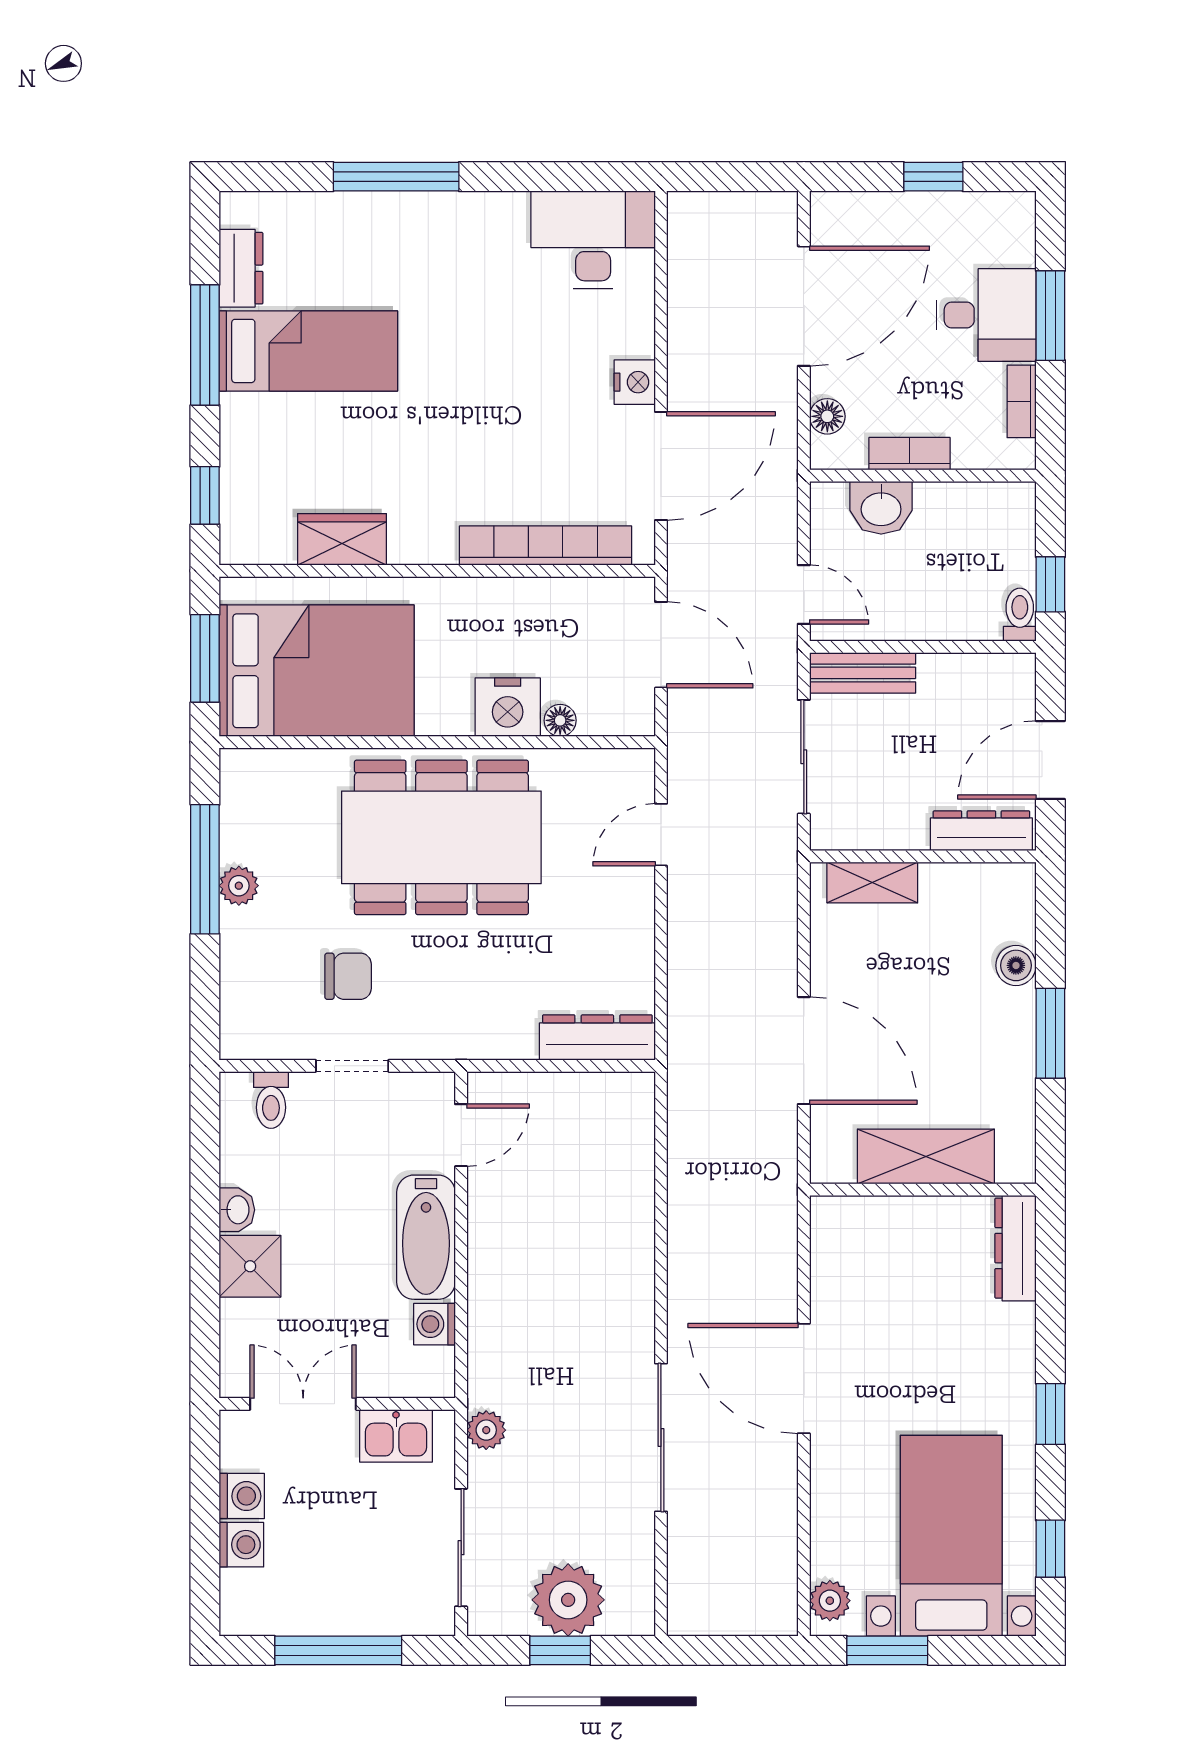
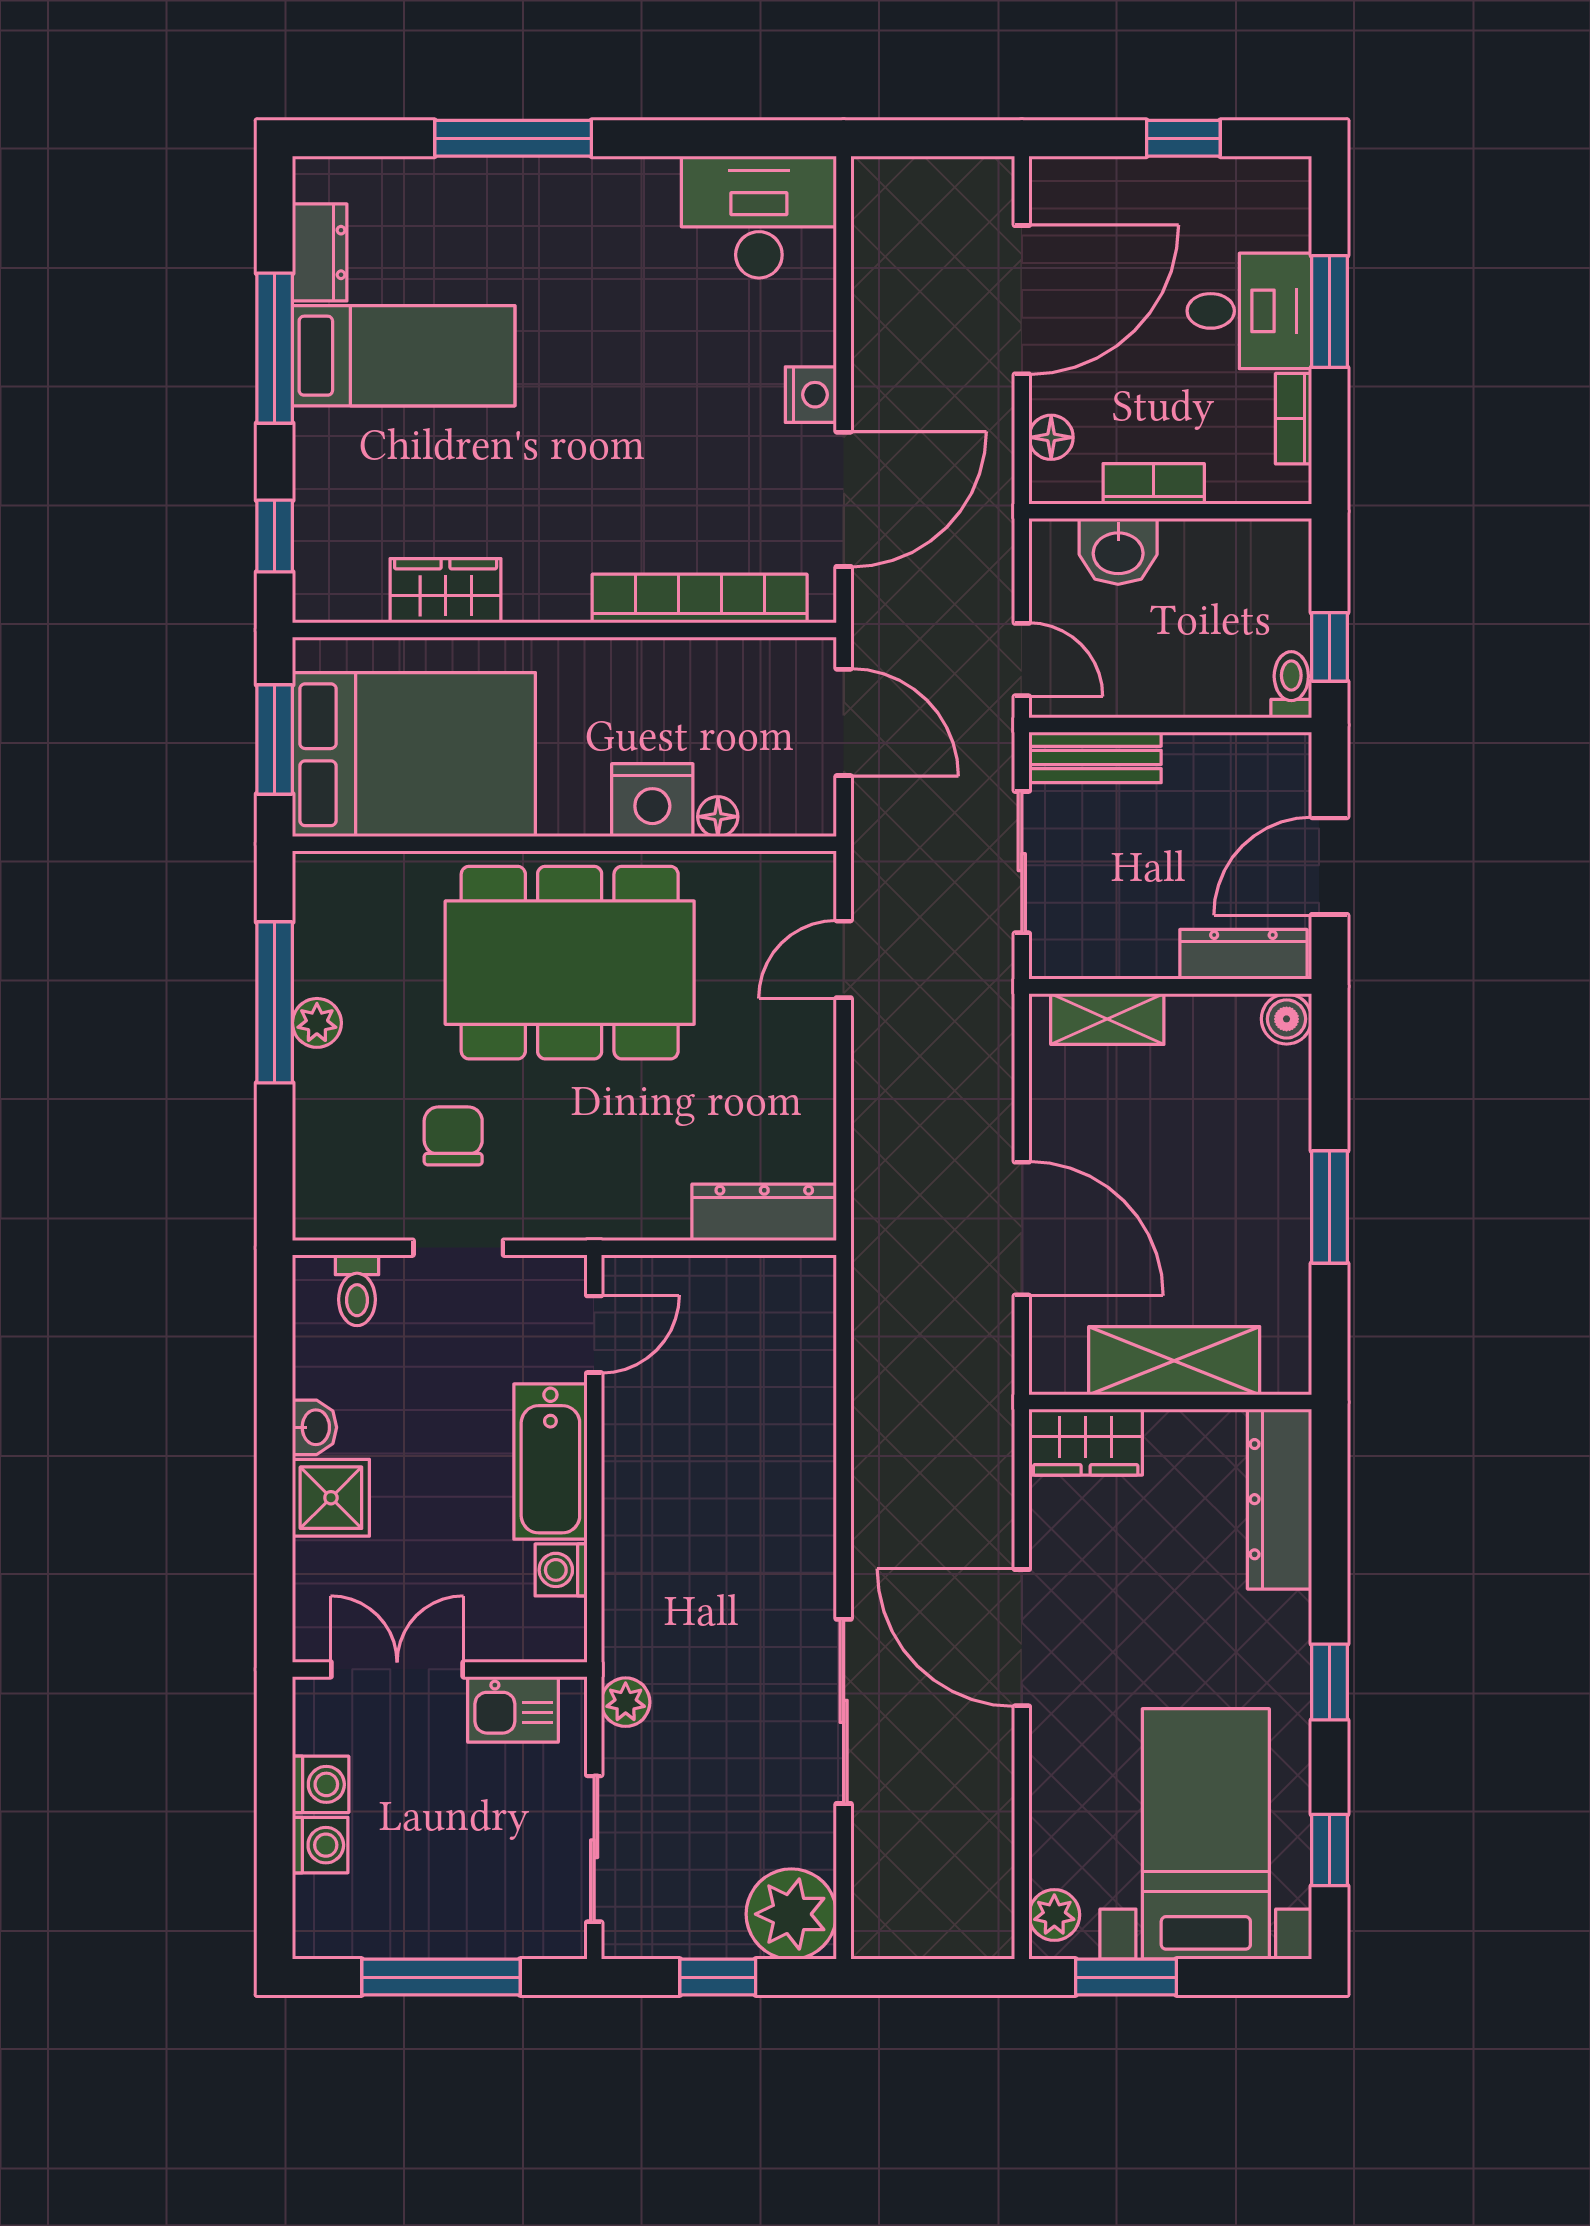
boiler: (1016, 965) -> (1287, 1019), moved
chair: (348, 976) -> (453, 1136), turned -90
wardrobe: (855, 1222) -> (1086, 1442), added
dresser: (1015, 1248) -> (1280, 1499), width x1.37, depth x1.24
plant: (568, 1600) -> (791, 1914), moved

